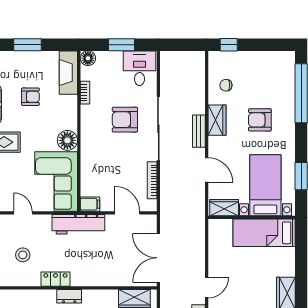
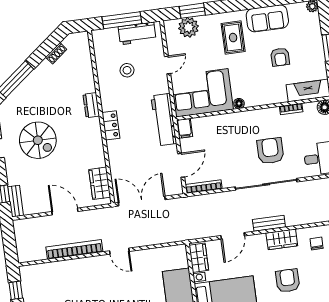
floor lamp: (67, 140) -> (239, 103), width x0.53, depth x0.53
bookcase: (152, 180) -> (204, 187), moved
locker: (55, 279) -> (111, 125), moved
dresser: (69, 296) -> (91, 105), moved

